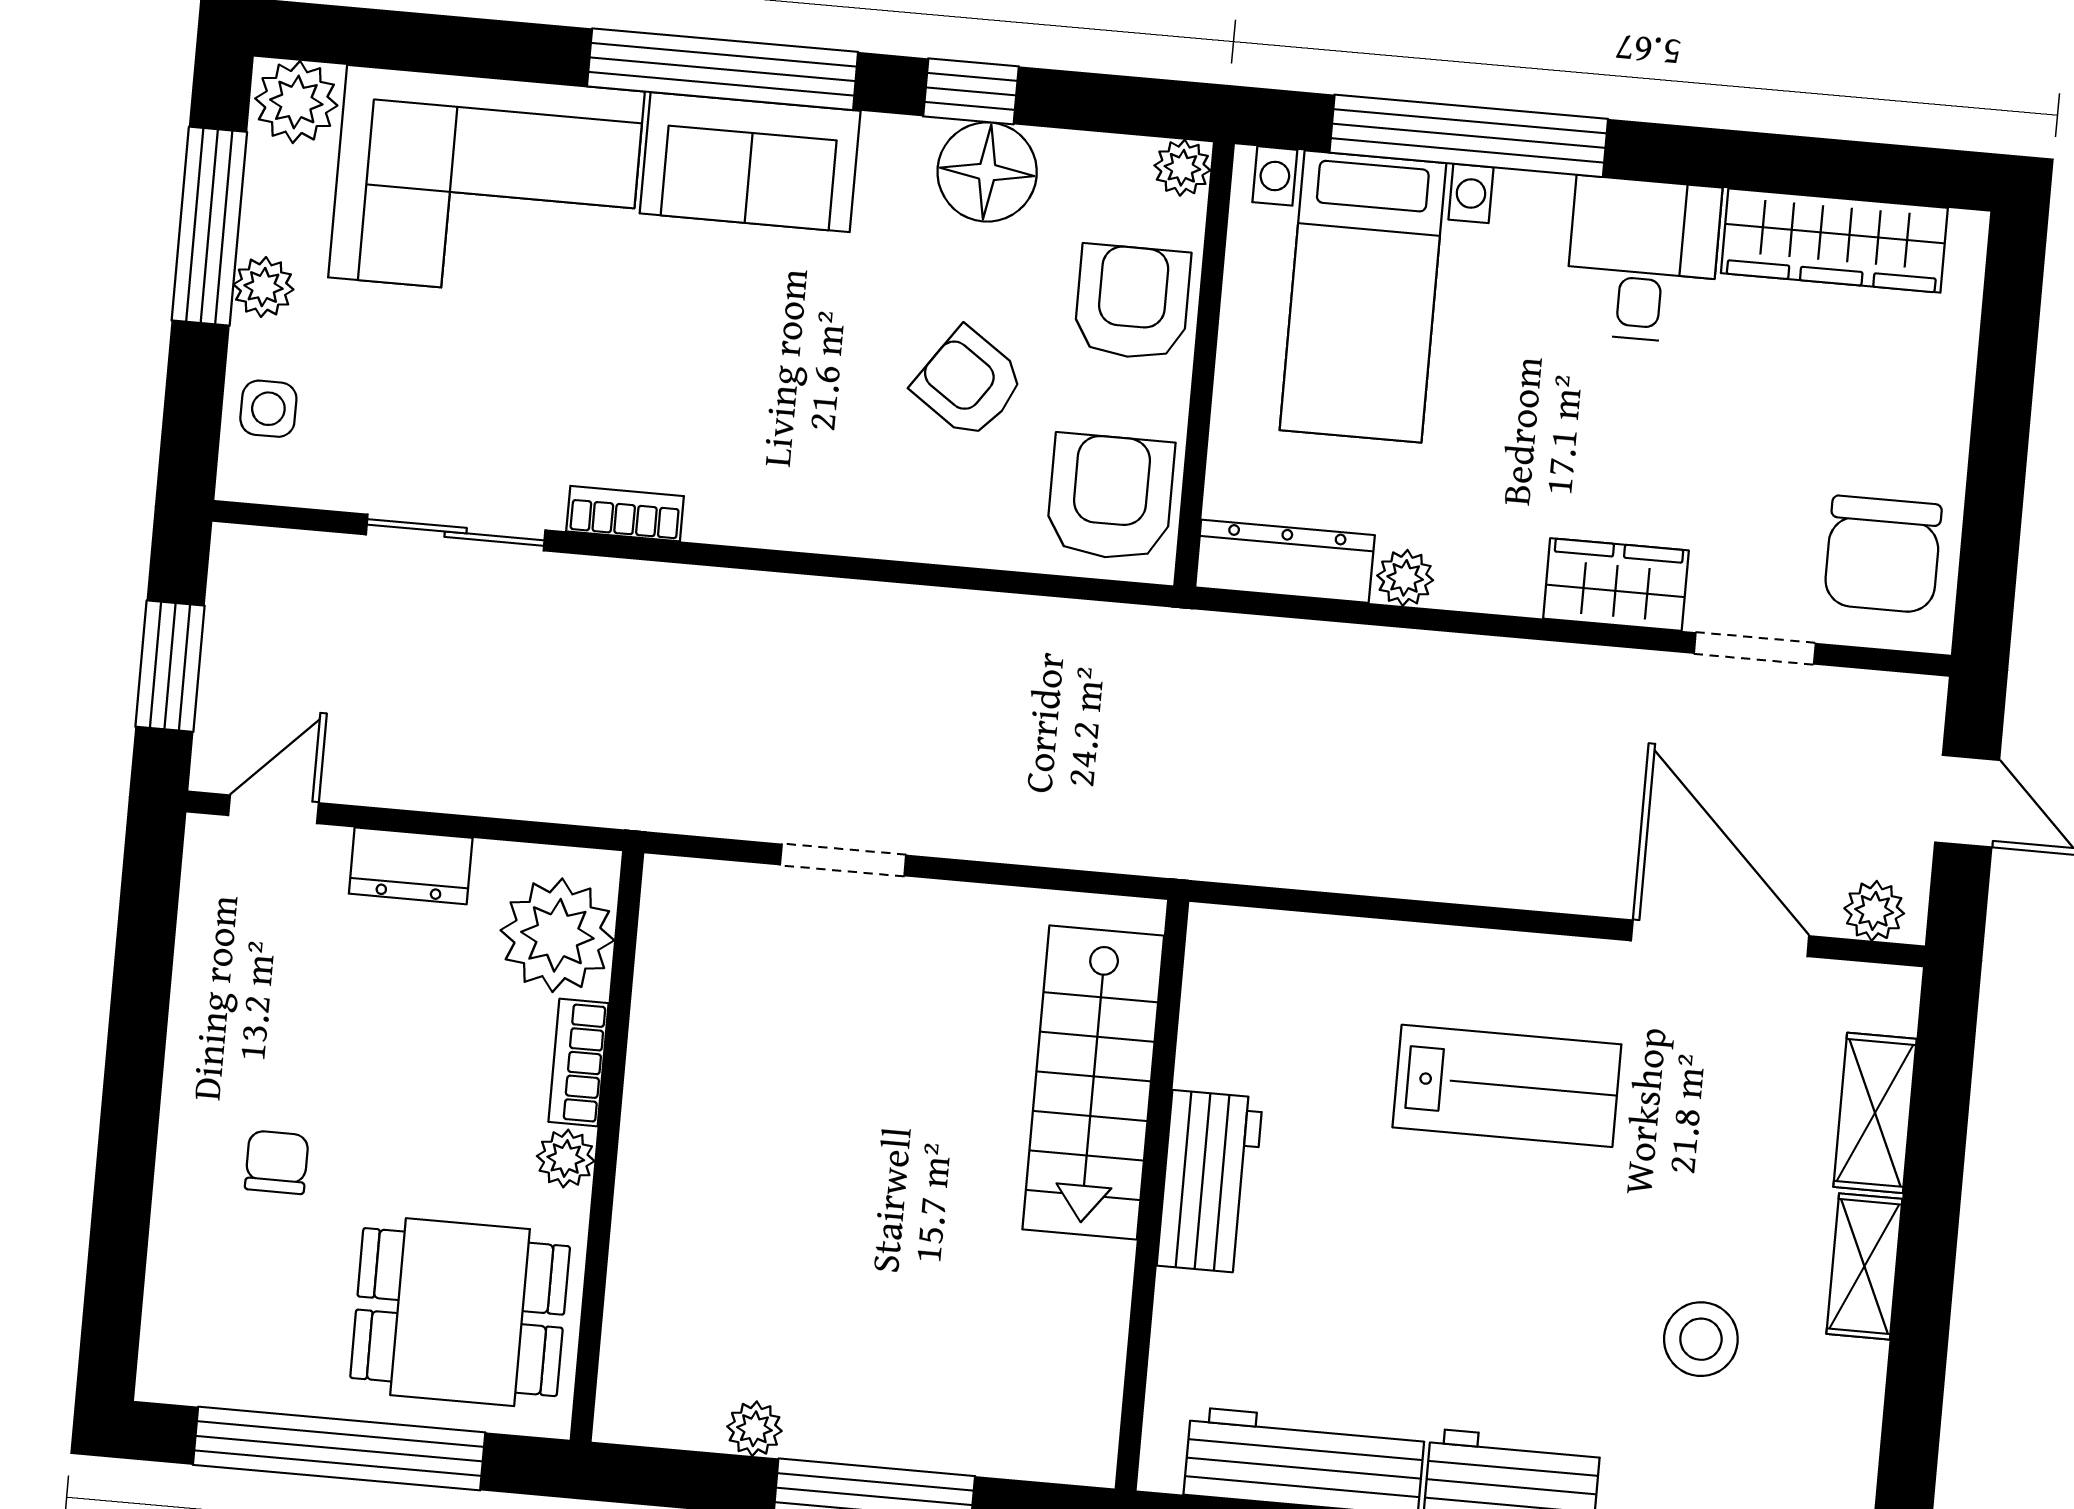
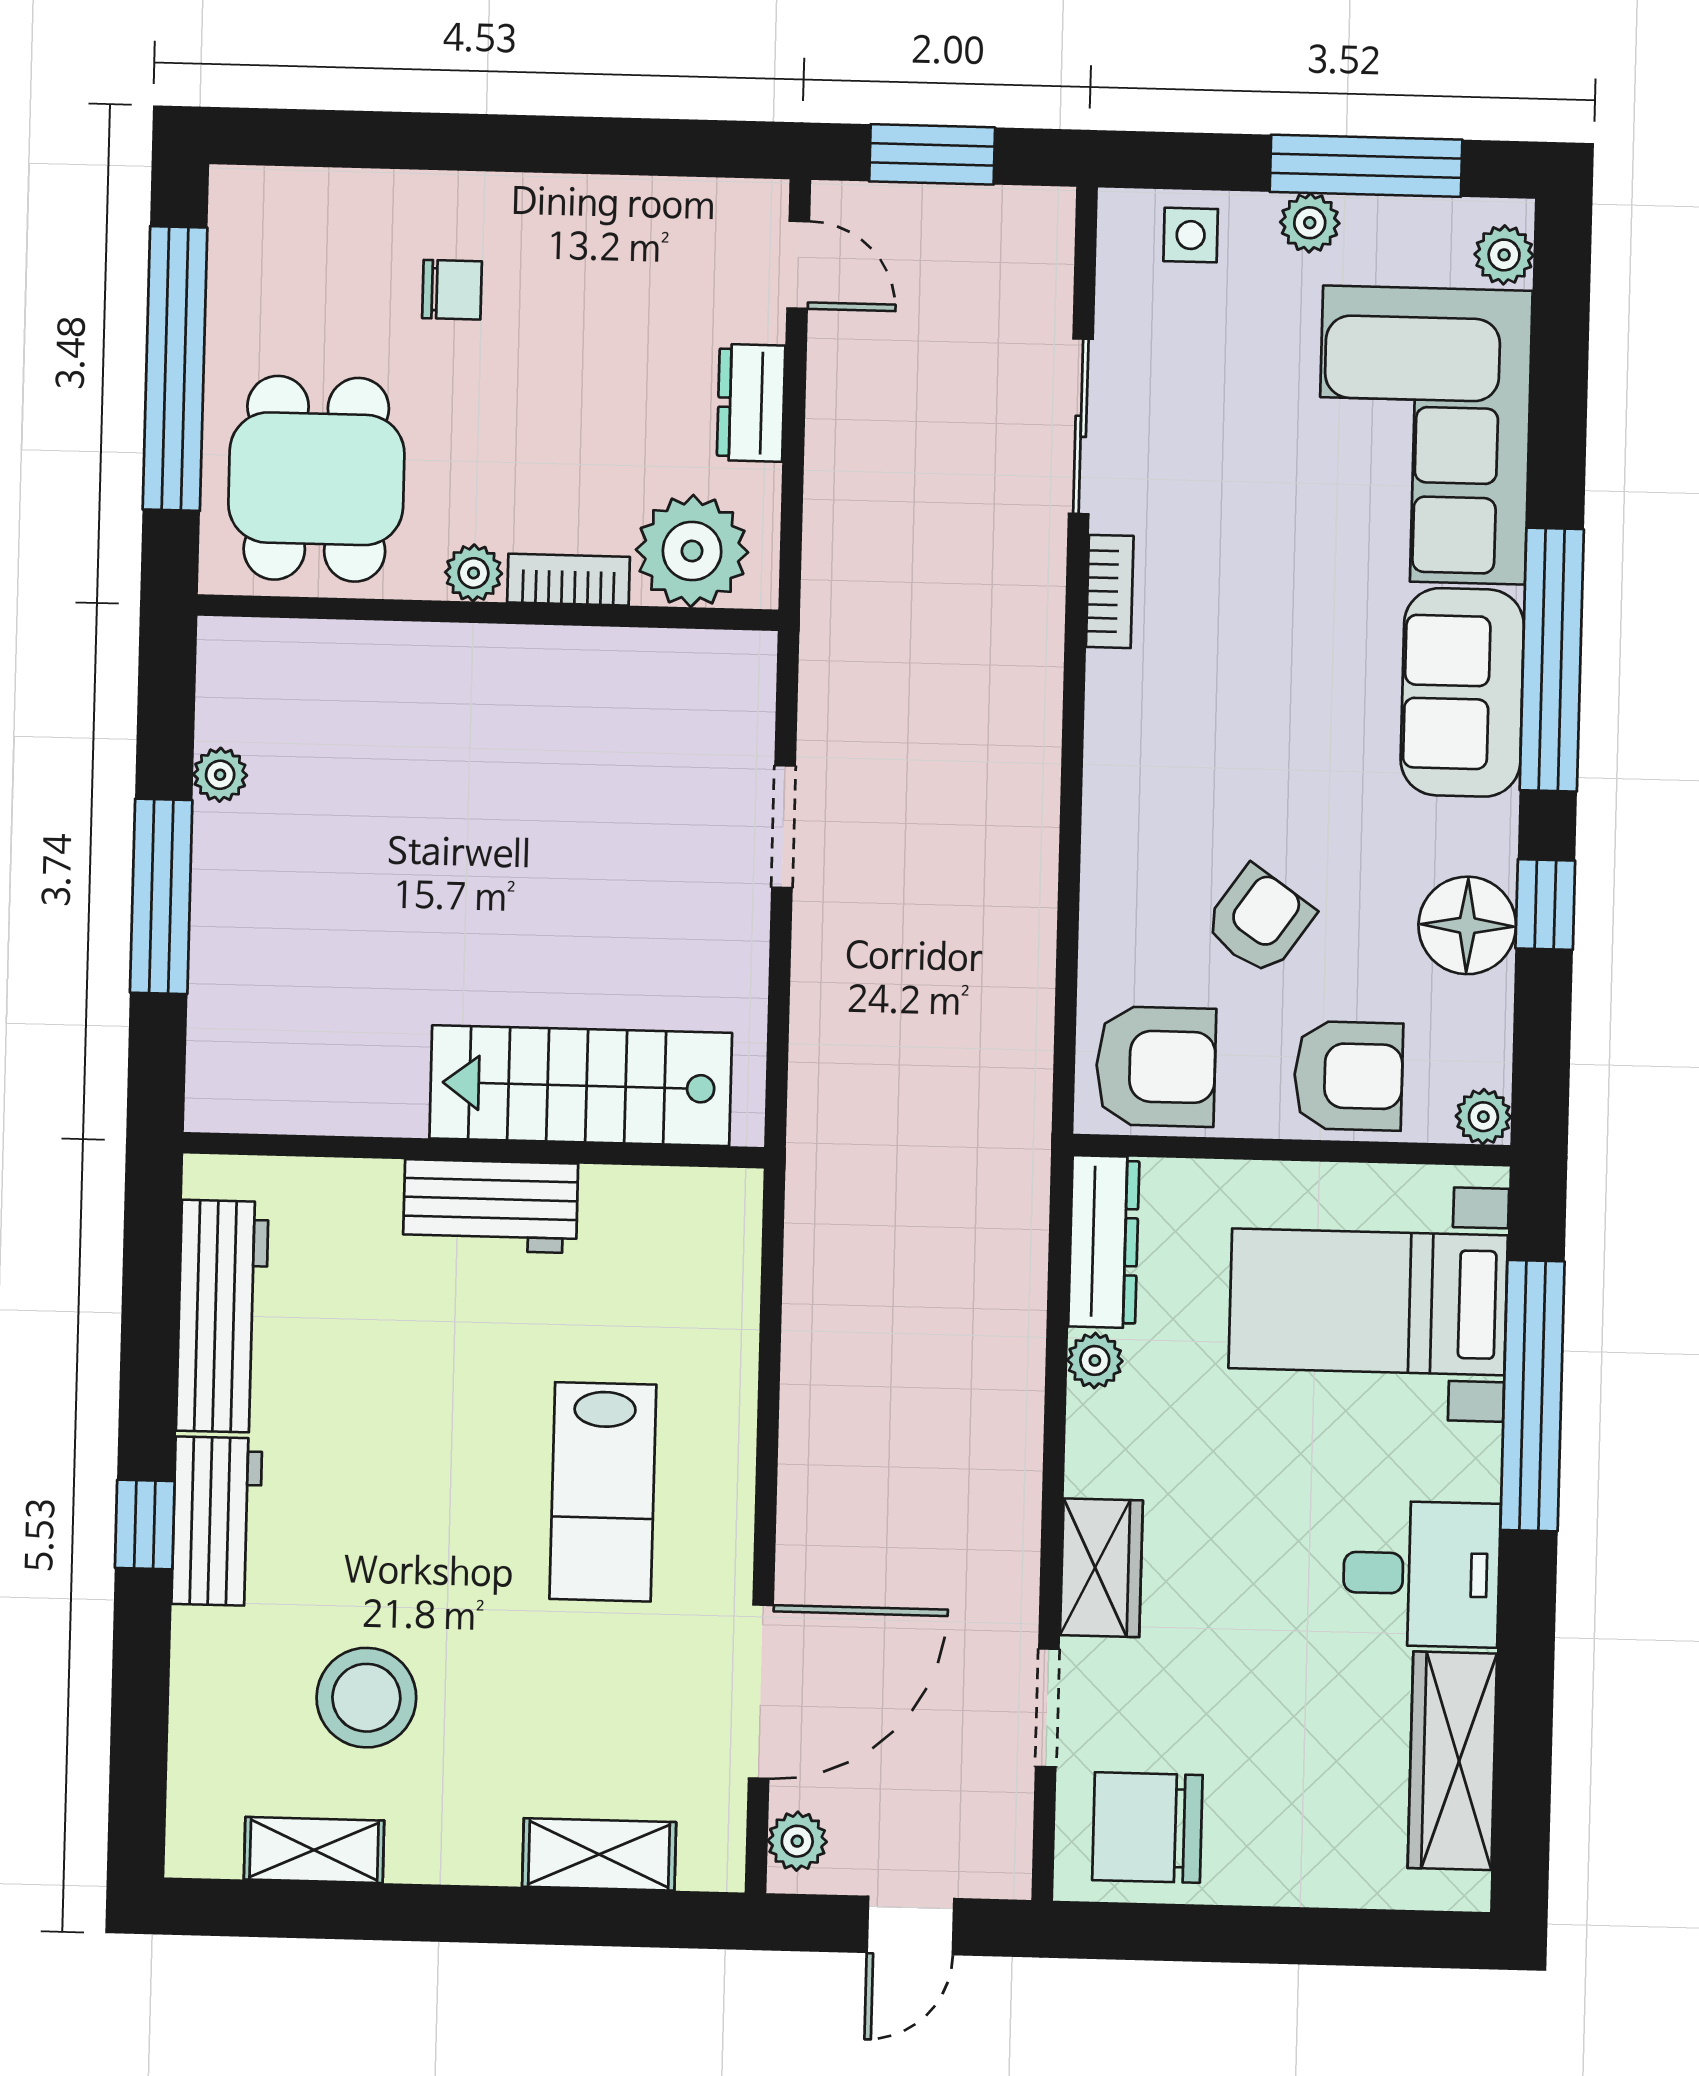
plant: (296, 102) -> (1504, 255), width x0.73, depth x0.73
shelving: (1864, 1266) -> (314, 1850), moved
stool: (1701, 1339) -> (366, 1698), width x1.38, depth x1.38

